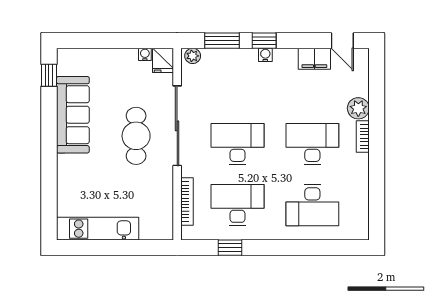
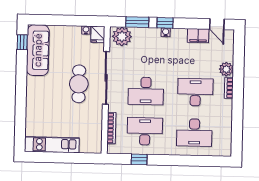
plant: (193, 56) -> (122, 36), width x1.88, depth x1.88
sofa: (73, 115) -> (38, 50), moved
desk: (238, 144) -> (146, 91), turned 180

